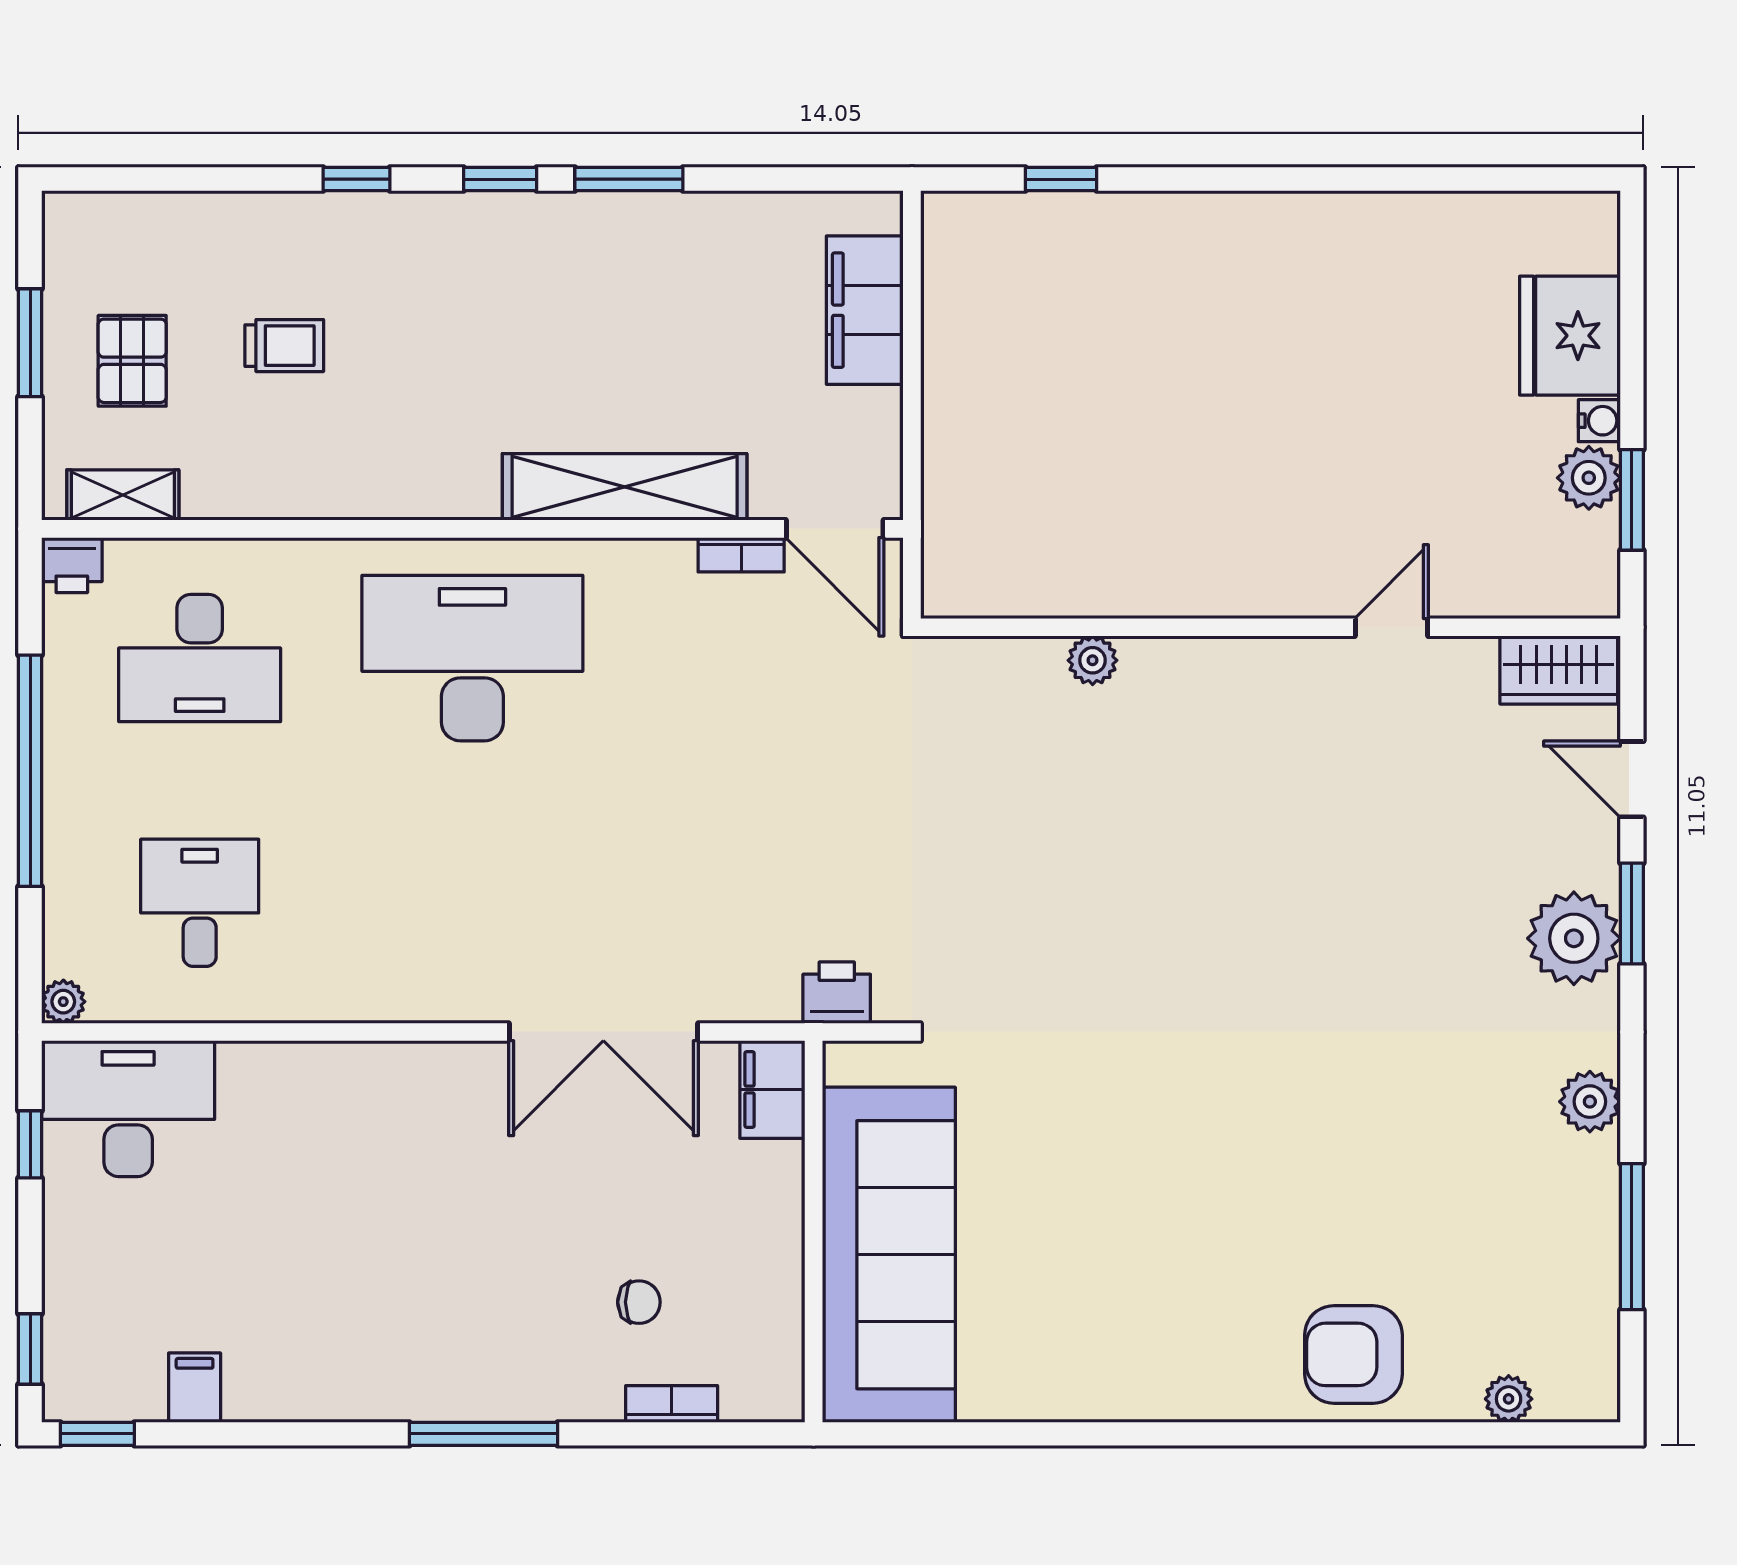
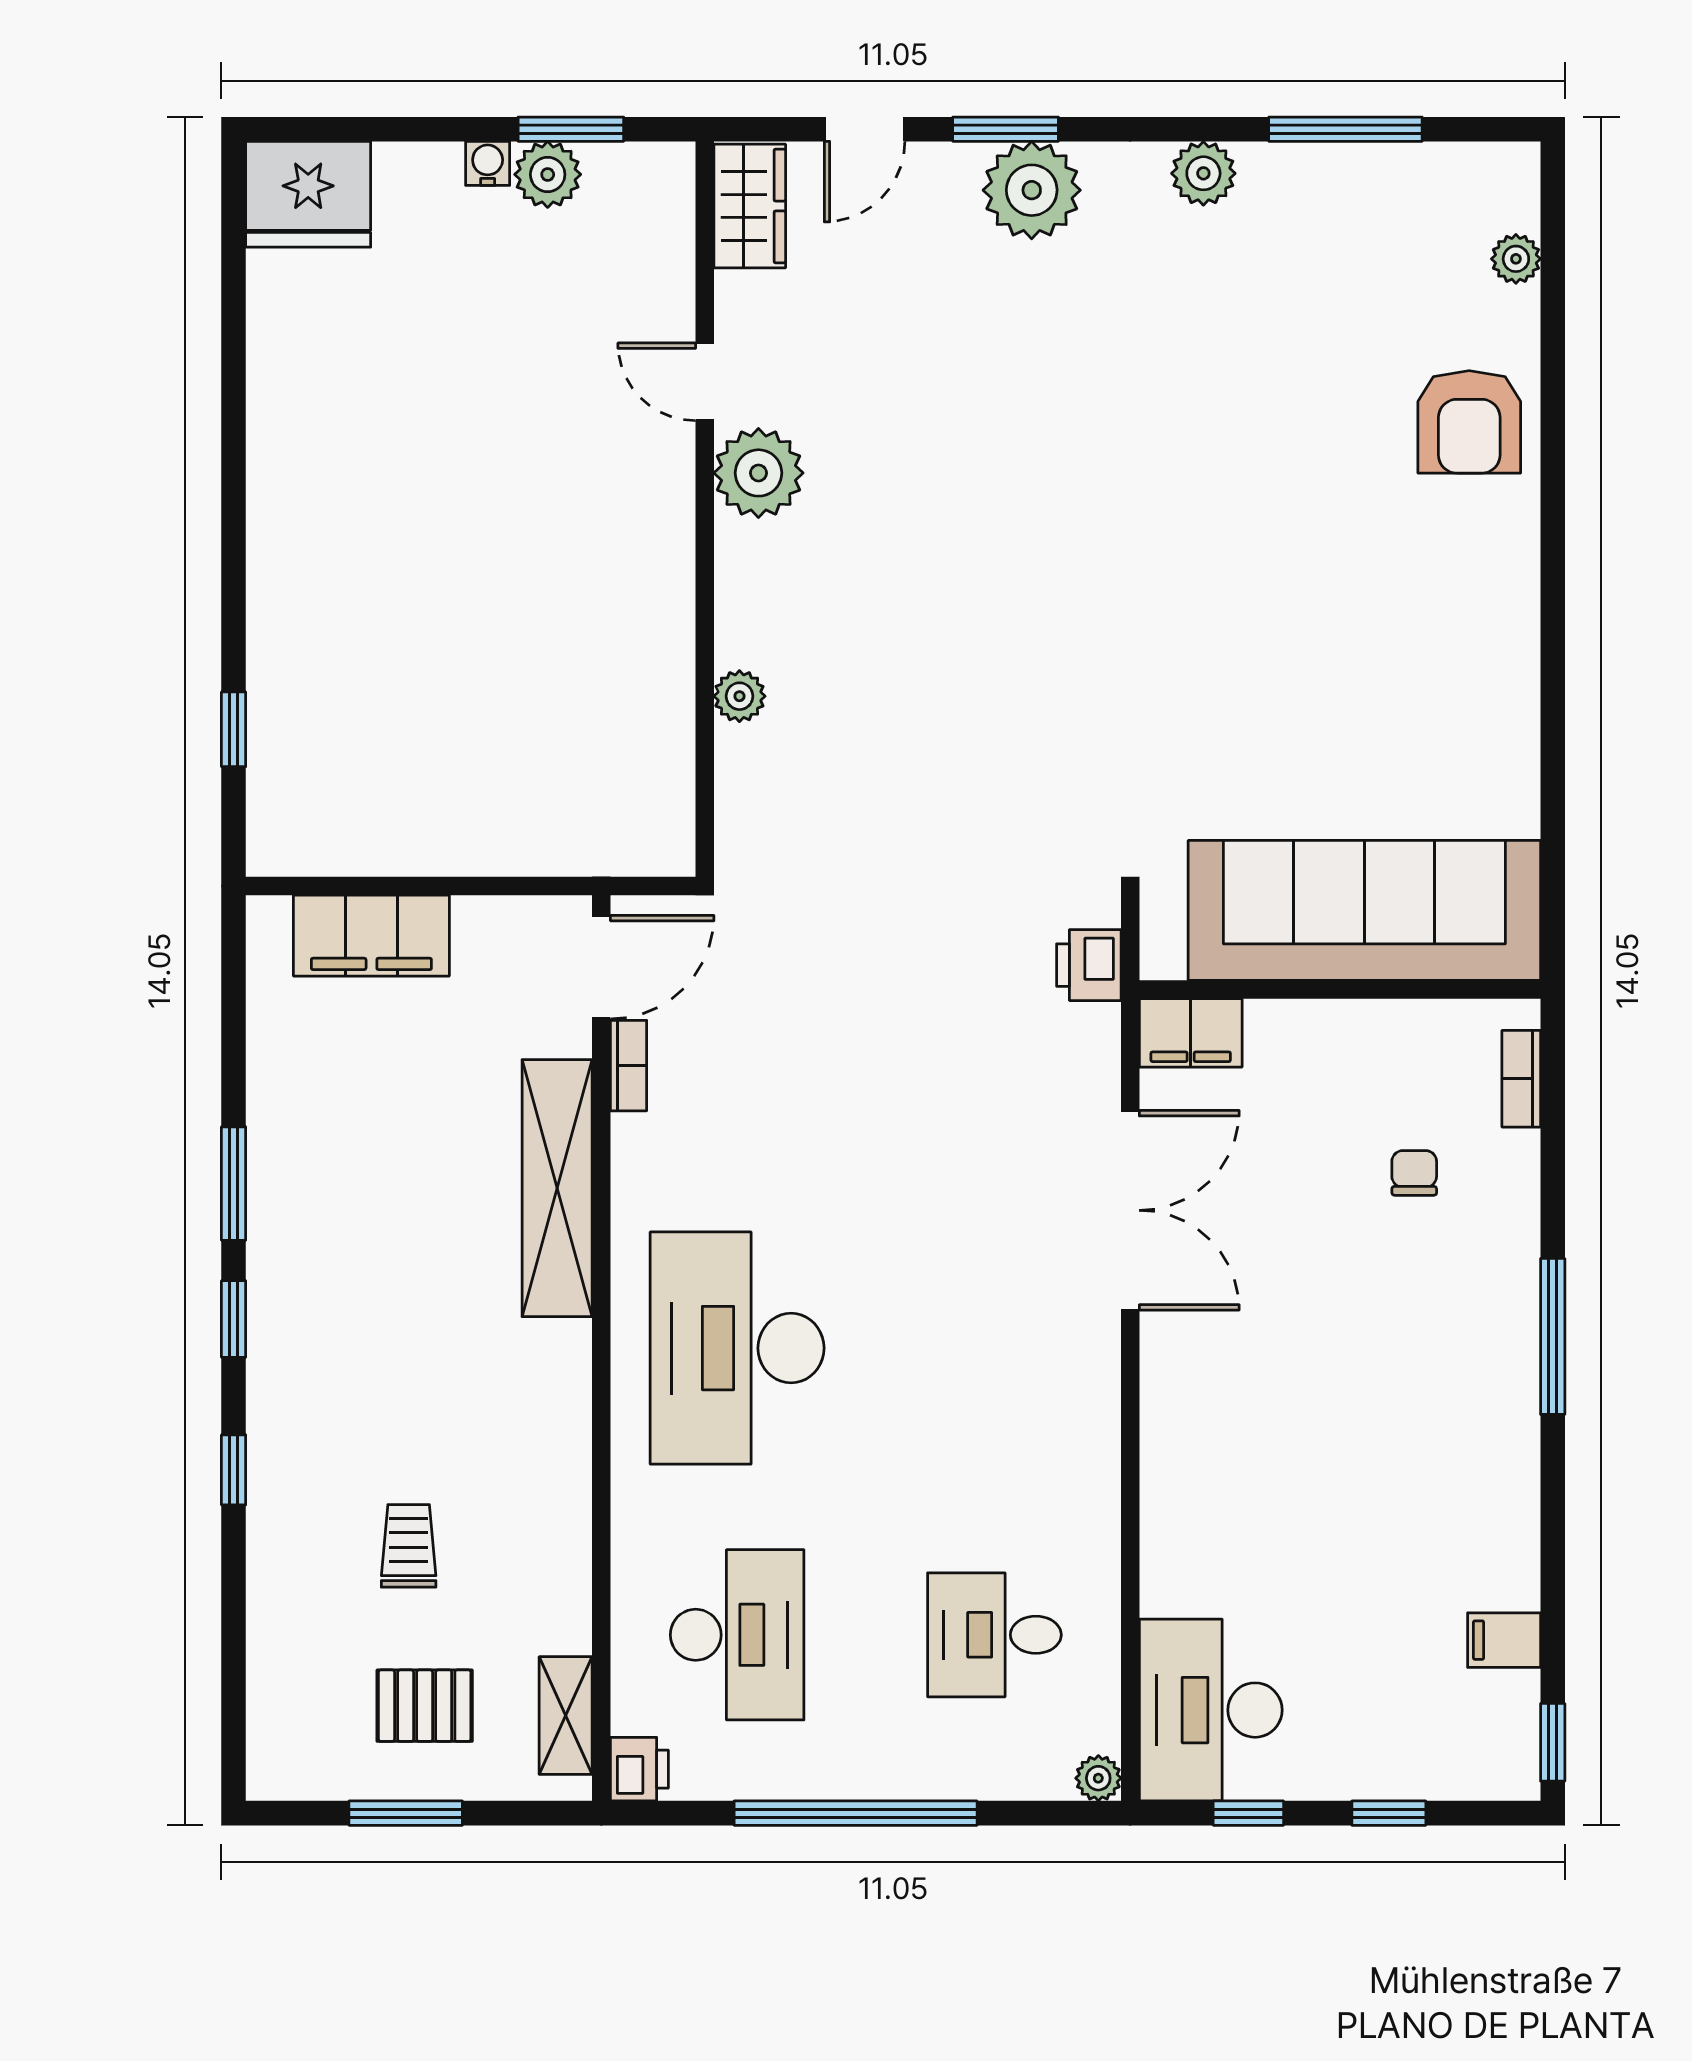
fridge: (1570, 336) -> (308, 194), moved
plant: (1305, 678) -> (758, 473), added
window: (30, 1349) -> (1389, 1813), moved
bookcase: (672, 1404) -> (1521, 1079), moved

